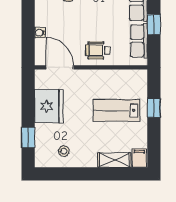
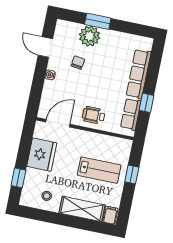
water cooler: (40, 33) -> (50, 75), moved
door: (60, 67) -> (58, 123), hinge flipped
lab bench: (116, 110) -> (99, 170), turned 180
shelving: (114, 160) -> (82, 209), width x1.50, depth x1.33

